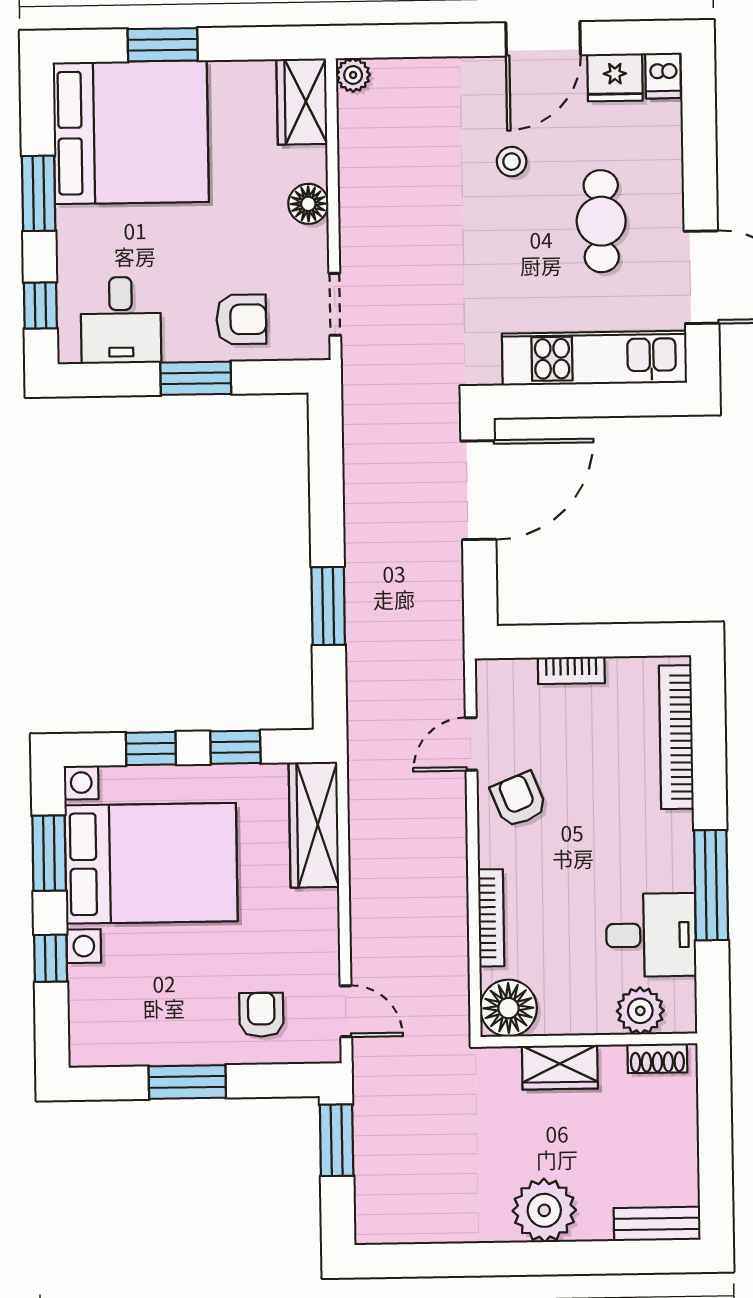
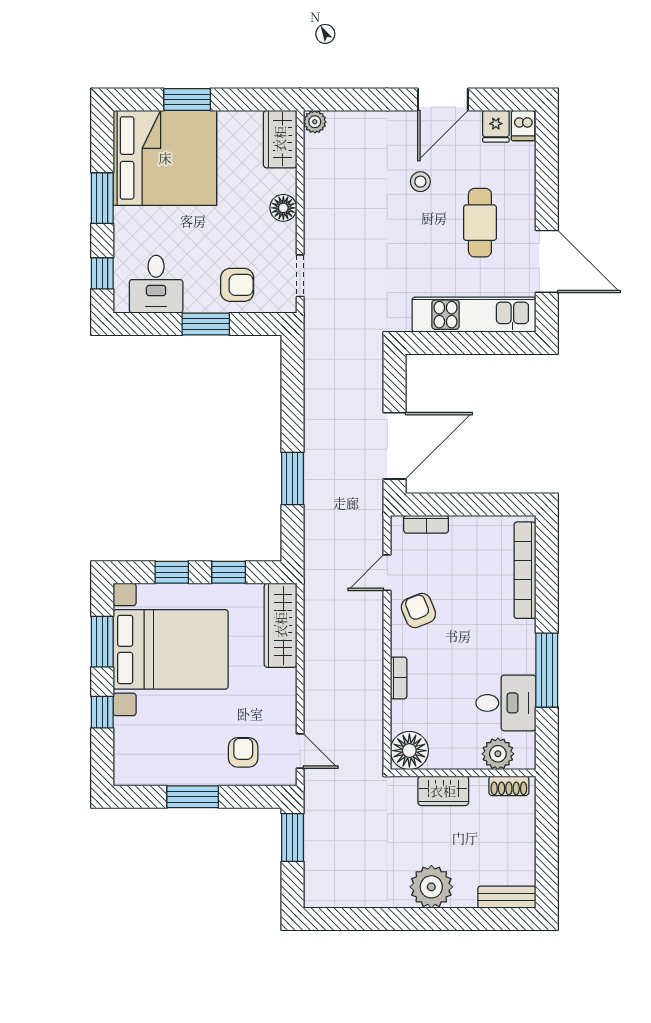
fridge: (615, 77) -> (496, 126), width x0.72
door: (478, 490) -> (395, 446), moved
bookcase: (571, 670) -> (426, 524), moved
bookcase: (491, 918) -> (399, 678), width x0.64

